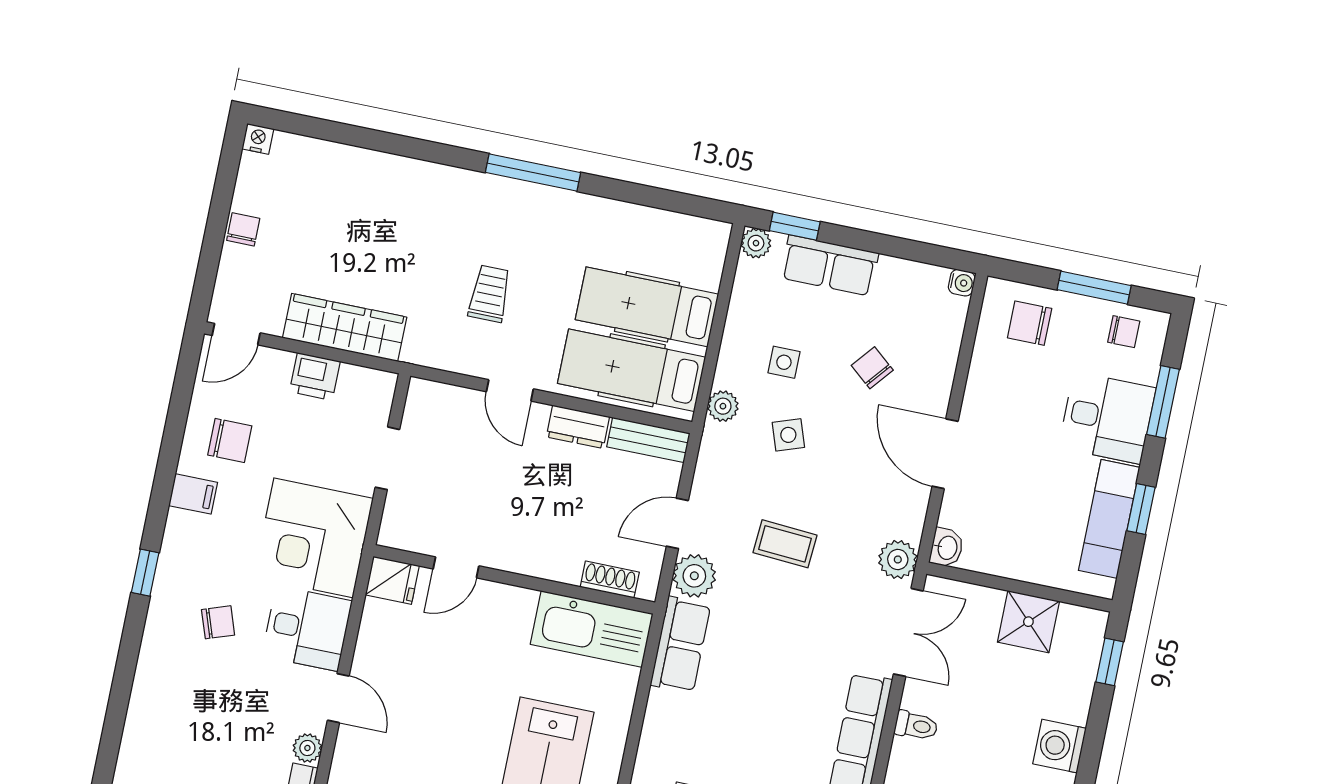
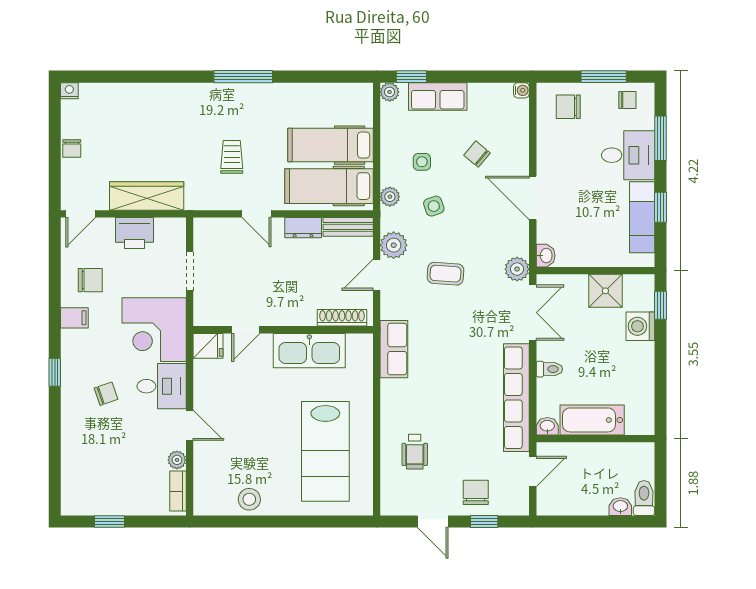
chair: (243, 229) -> (72, 148), turned 180
printer: (315, 377) -> (135, 233), width x1.36, depth x1.24
plant: (694, 576) -> (394, 245), moved
shoe rack: (610, 580) -> (342, 318), width x1.43
kitchen sink: (592, 629) -> (309, 351), moved
washing machine: (1060, 746) -> (640, 326), moved

